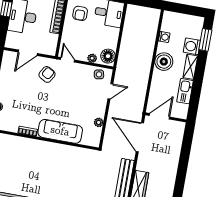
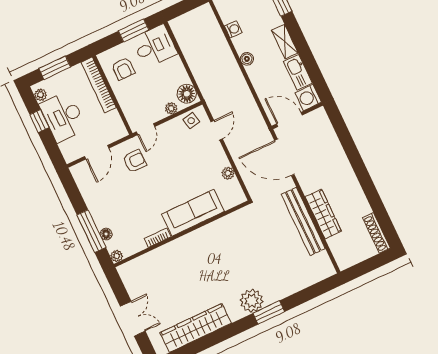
washing machine: (192, 46) -> (308, 98), moved
door: (68, 60) -> (146, 129), swing flipped
boiler: (164, 62) -> (247, 59), width x0.54, depth x0.54
armchair: (47, 74) -> (135, 161), turned 60
door: (159, 116) -> (289, 119), hinge flipped

